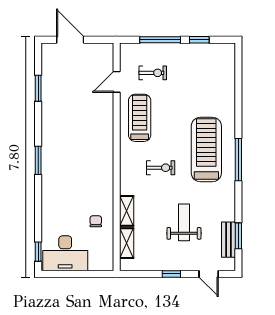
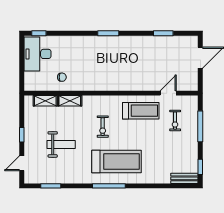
window: (199, 40) -> (200, 167), moved
door: (117, 82) -> (168, 93), hinge flipped
bench: (229, 240) -> (184, 178), moved

